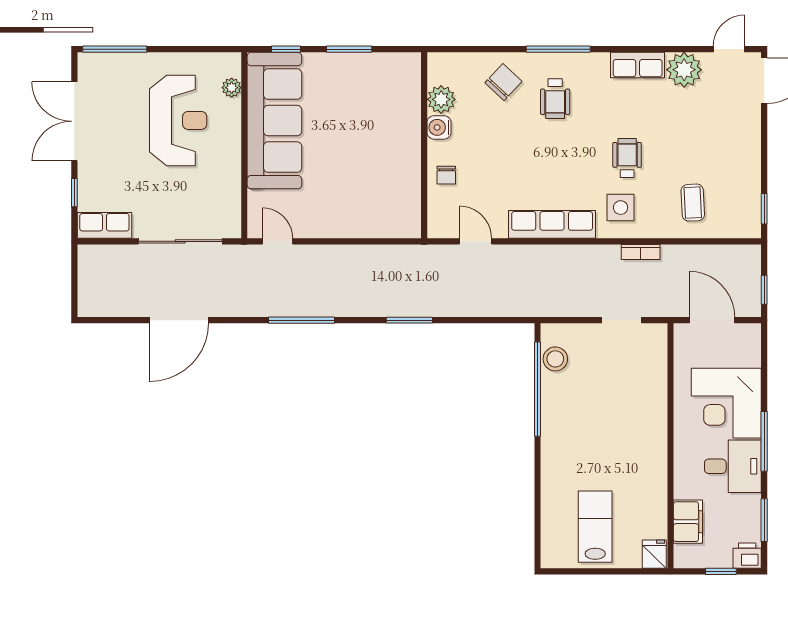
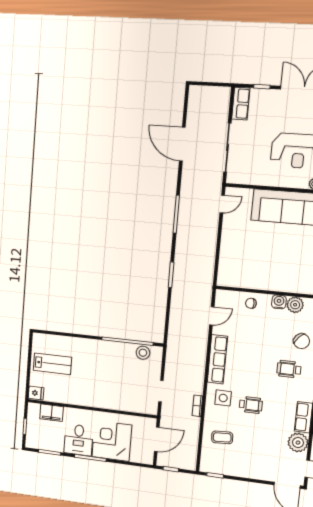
printer: (747, 556) -> (32, 441), removed

